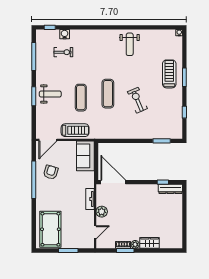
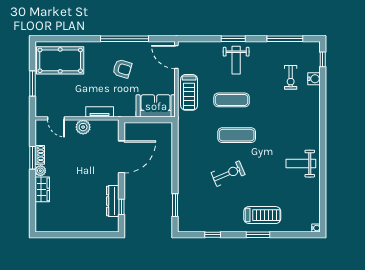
armchair: (51, 172) -> (122, 69), moved
door: (113, 182) -> (121, 157), moved
dresser: (170, 189) -> (113, 201), moved

